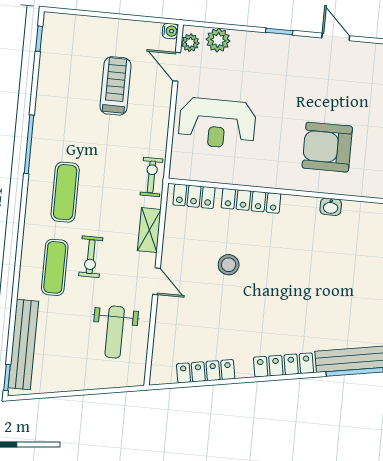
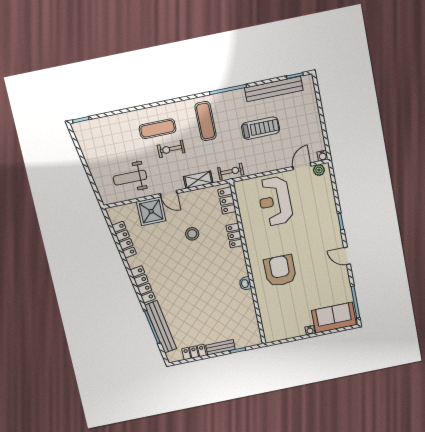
door: (336, 37) -> (347, 256), swing flipped
plant: (218, 40) -> (325, 186), removed
treadmill: (116, 86) -> (261, 128), moved
exercise mat: (65, 192) -> (206, 121), turned 90
locker: (251, 201) -> (234, 236), width x0.66
door: (156, 281) -> (169, 194), hinge flipped
shower: (175, 316) -> (151, 211), added
bench: (23, 345) -> (274, 89), moved

